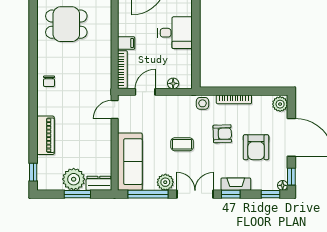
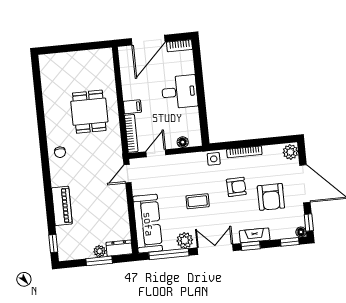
dining table: (66, 24) -> (89, 112), moved, turned 90
plant: (74, 179) -> (100, 251), width x0.53, depth x0.53

